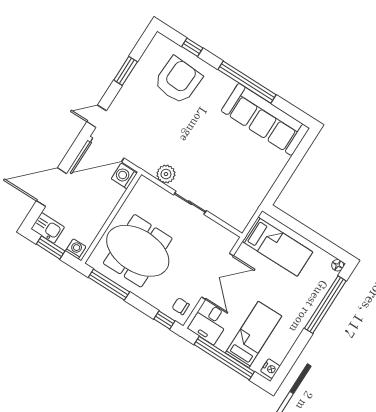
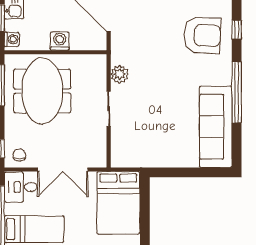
washing machine: (124, 176) -> (60, 41), moved
bed: (277, 247) -> (118, 203), width x1.50

